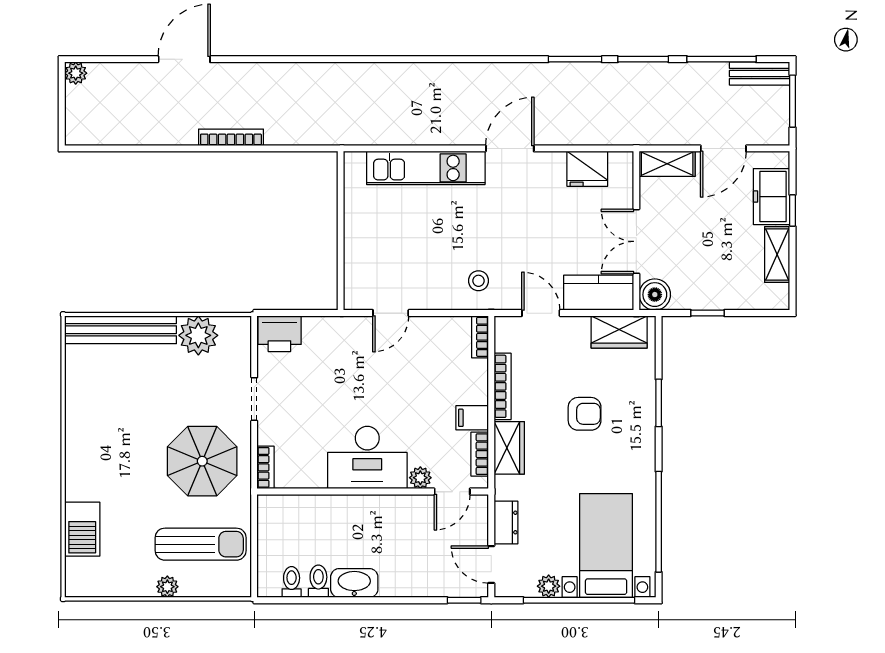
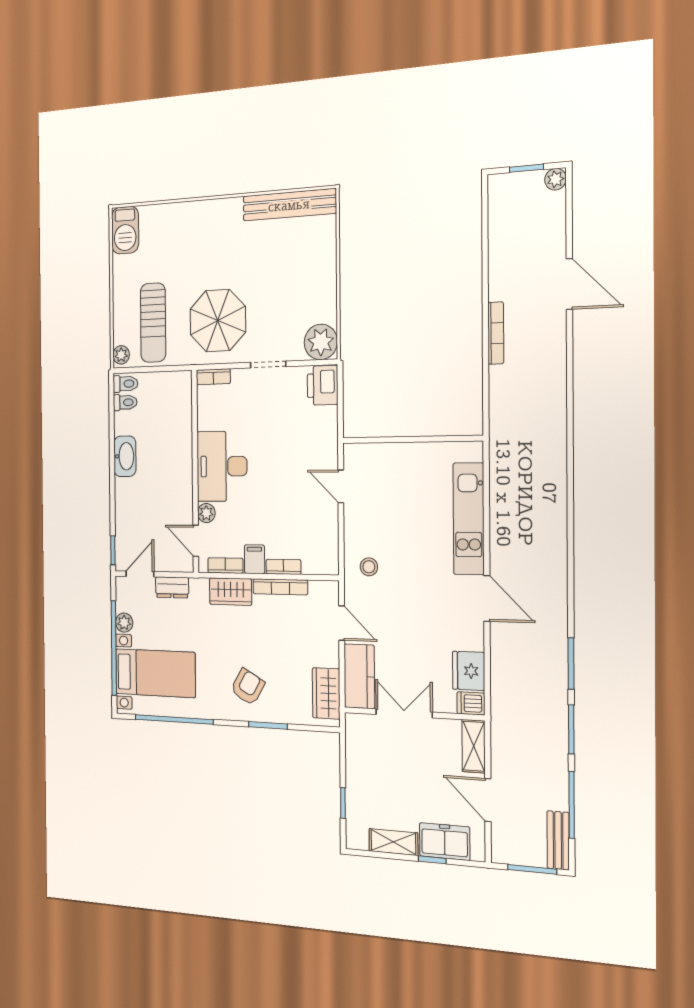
window: (62, 104) -> (527, 168), added
dishwasher: (622, 166) -> (471, 703), added
boiler: (655, 295) -> (358, 728), removed
door: (541, 313) -> (342, 623), hinge flipped
window: (708, 313) -> (343, 803), moved
bench: (120, 330) -> (289, 205), moved, turned 90
plant: (198, 335) -> (321, 342), moved
bookcase: (480, 337) -> (283, 567), moved
armchair: (585, 414) -> (248, 687), moved, turned -150
barbecue: (82, 529) -> (125, 230), moved, turned -90
toilet: (318, 581) -> (125, 384), moved
plant: (167, 587) -> (121, 355), moved

